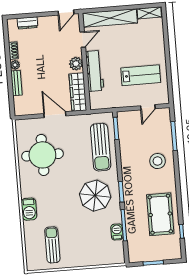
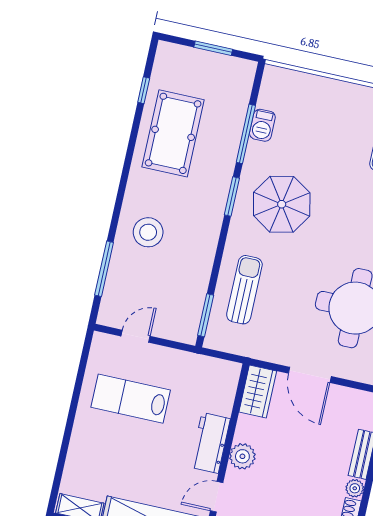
workbench: (95, 71) -> (210, 443), width x0.73
wardrobe: (78, 92) -> (258, 391), width x0.67
sun lounger: (101, 147) -> (244, 290), width x0.73, depth x0.75

